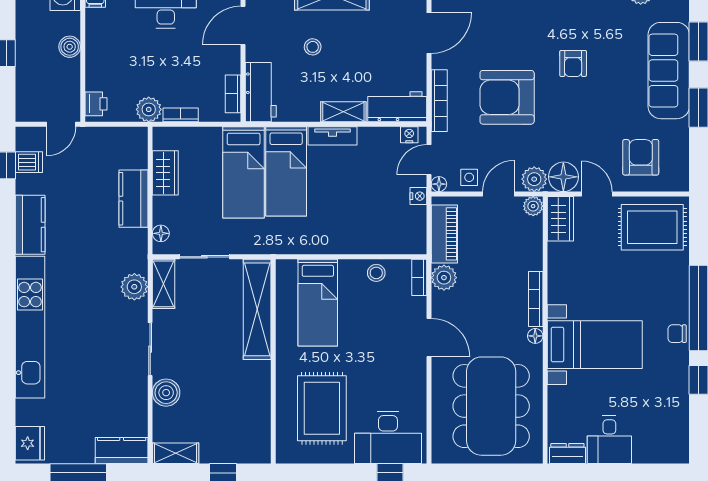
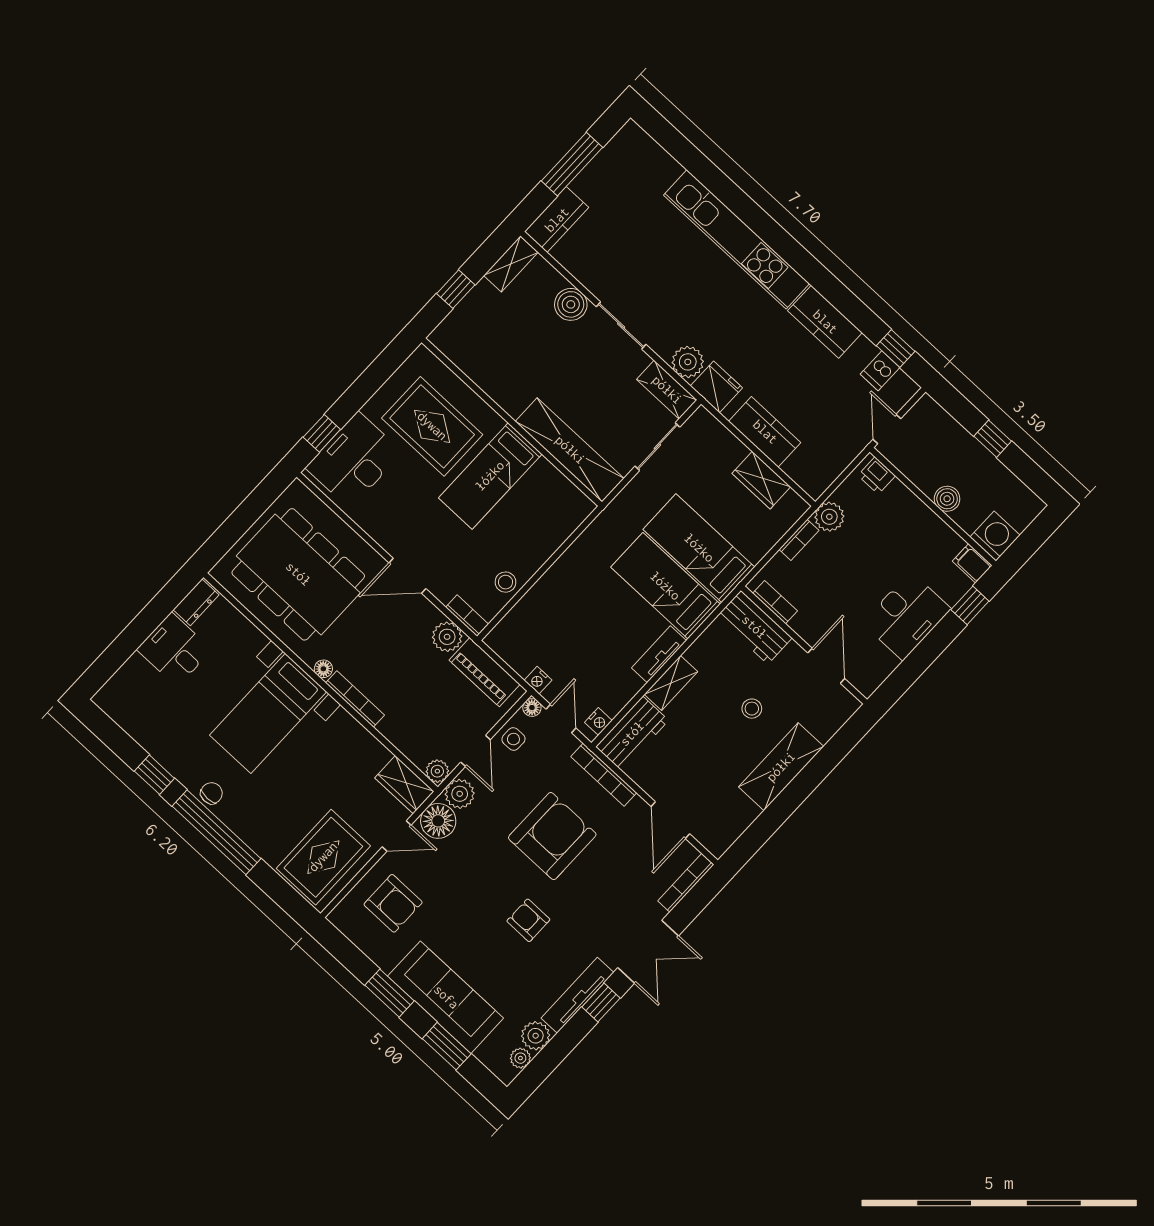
floor lamp: (161, 233) -> (713, 428), removed
bed: (318, 303) -> (490, 476), moved, turned -90
fridge: (30, 443) -> (716, 387), moved, turned 180

